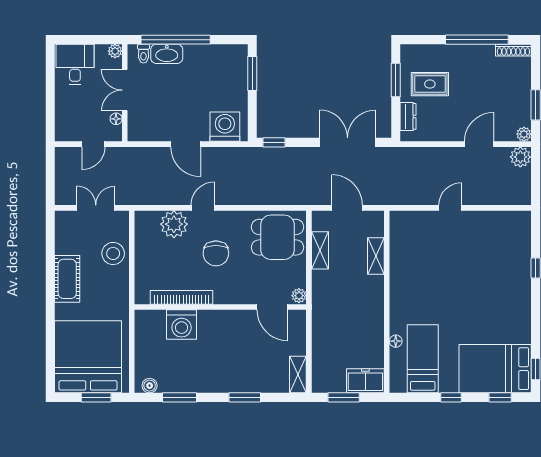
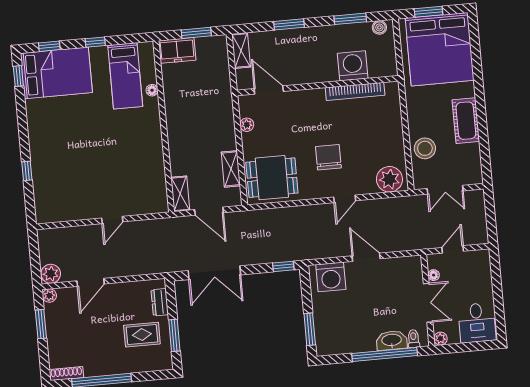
plant: (174, 224) -> (389, 179), moved
shelving: (376, 256) -> (180, 194), moved
bookcase: (181, 297) -> (355, 91), moved
wall: (220, 307) -> (318, 86), moved
door: (272, 307) -> (269, 90), moved
washing machine: (182, 325) -> (353, 66), moved

